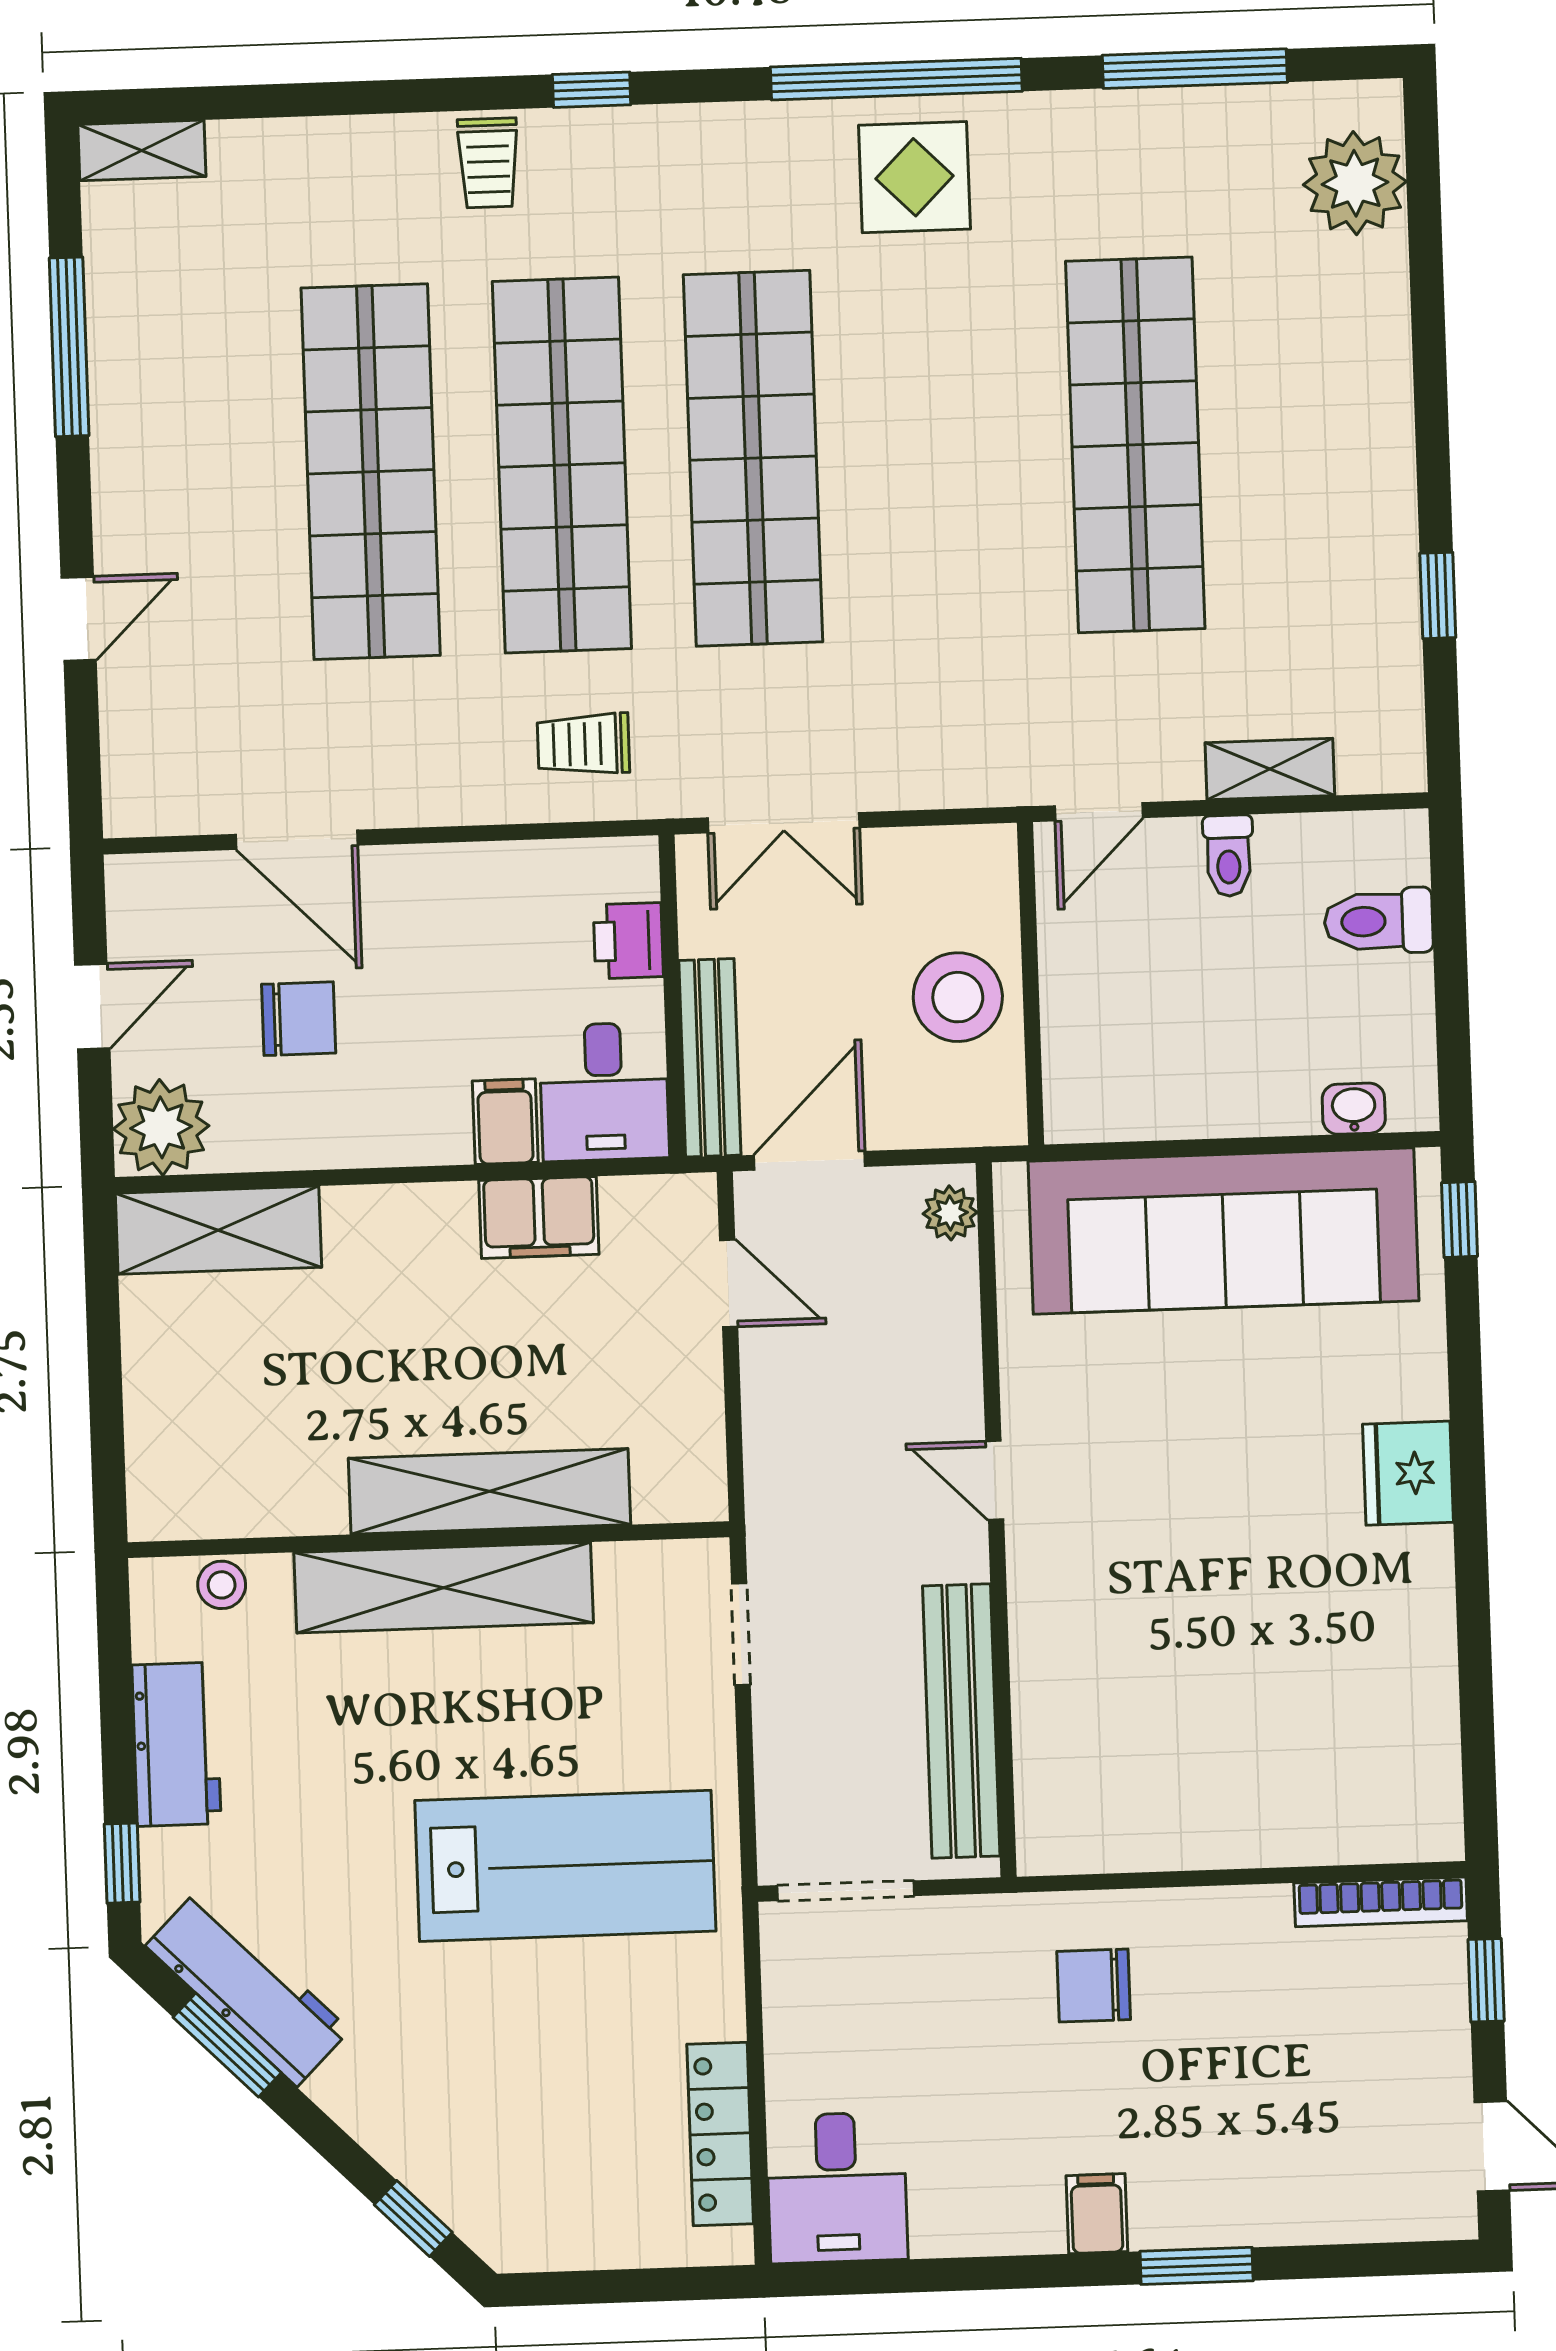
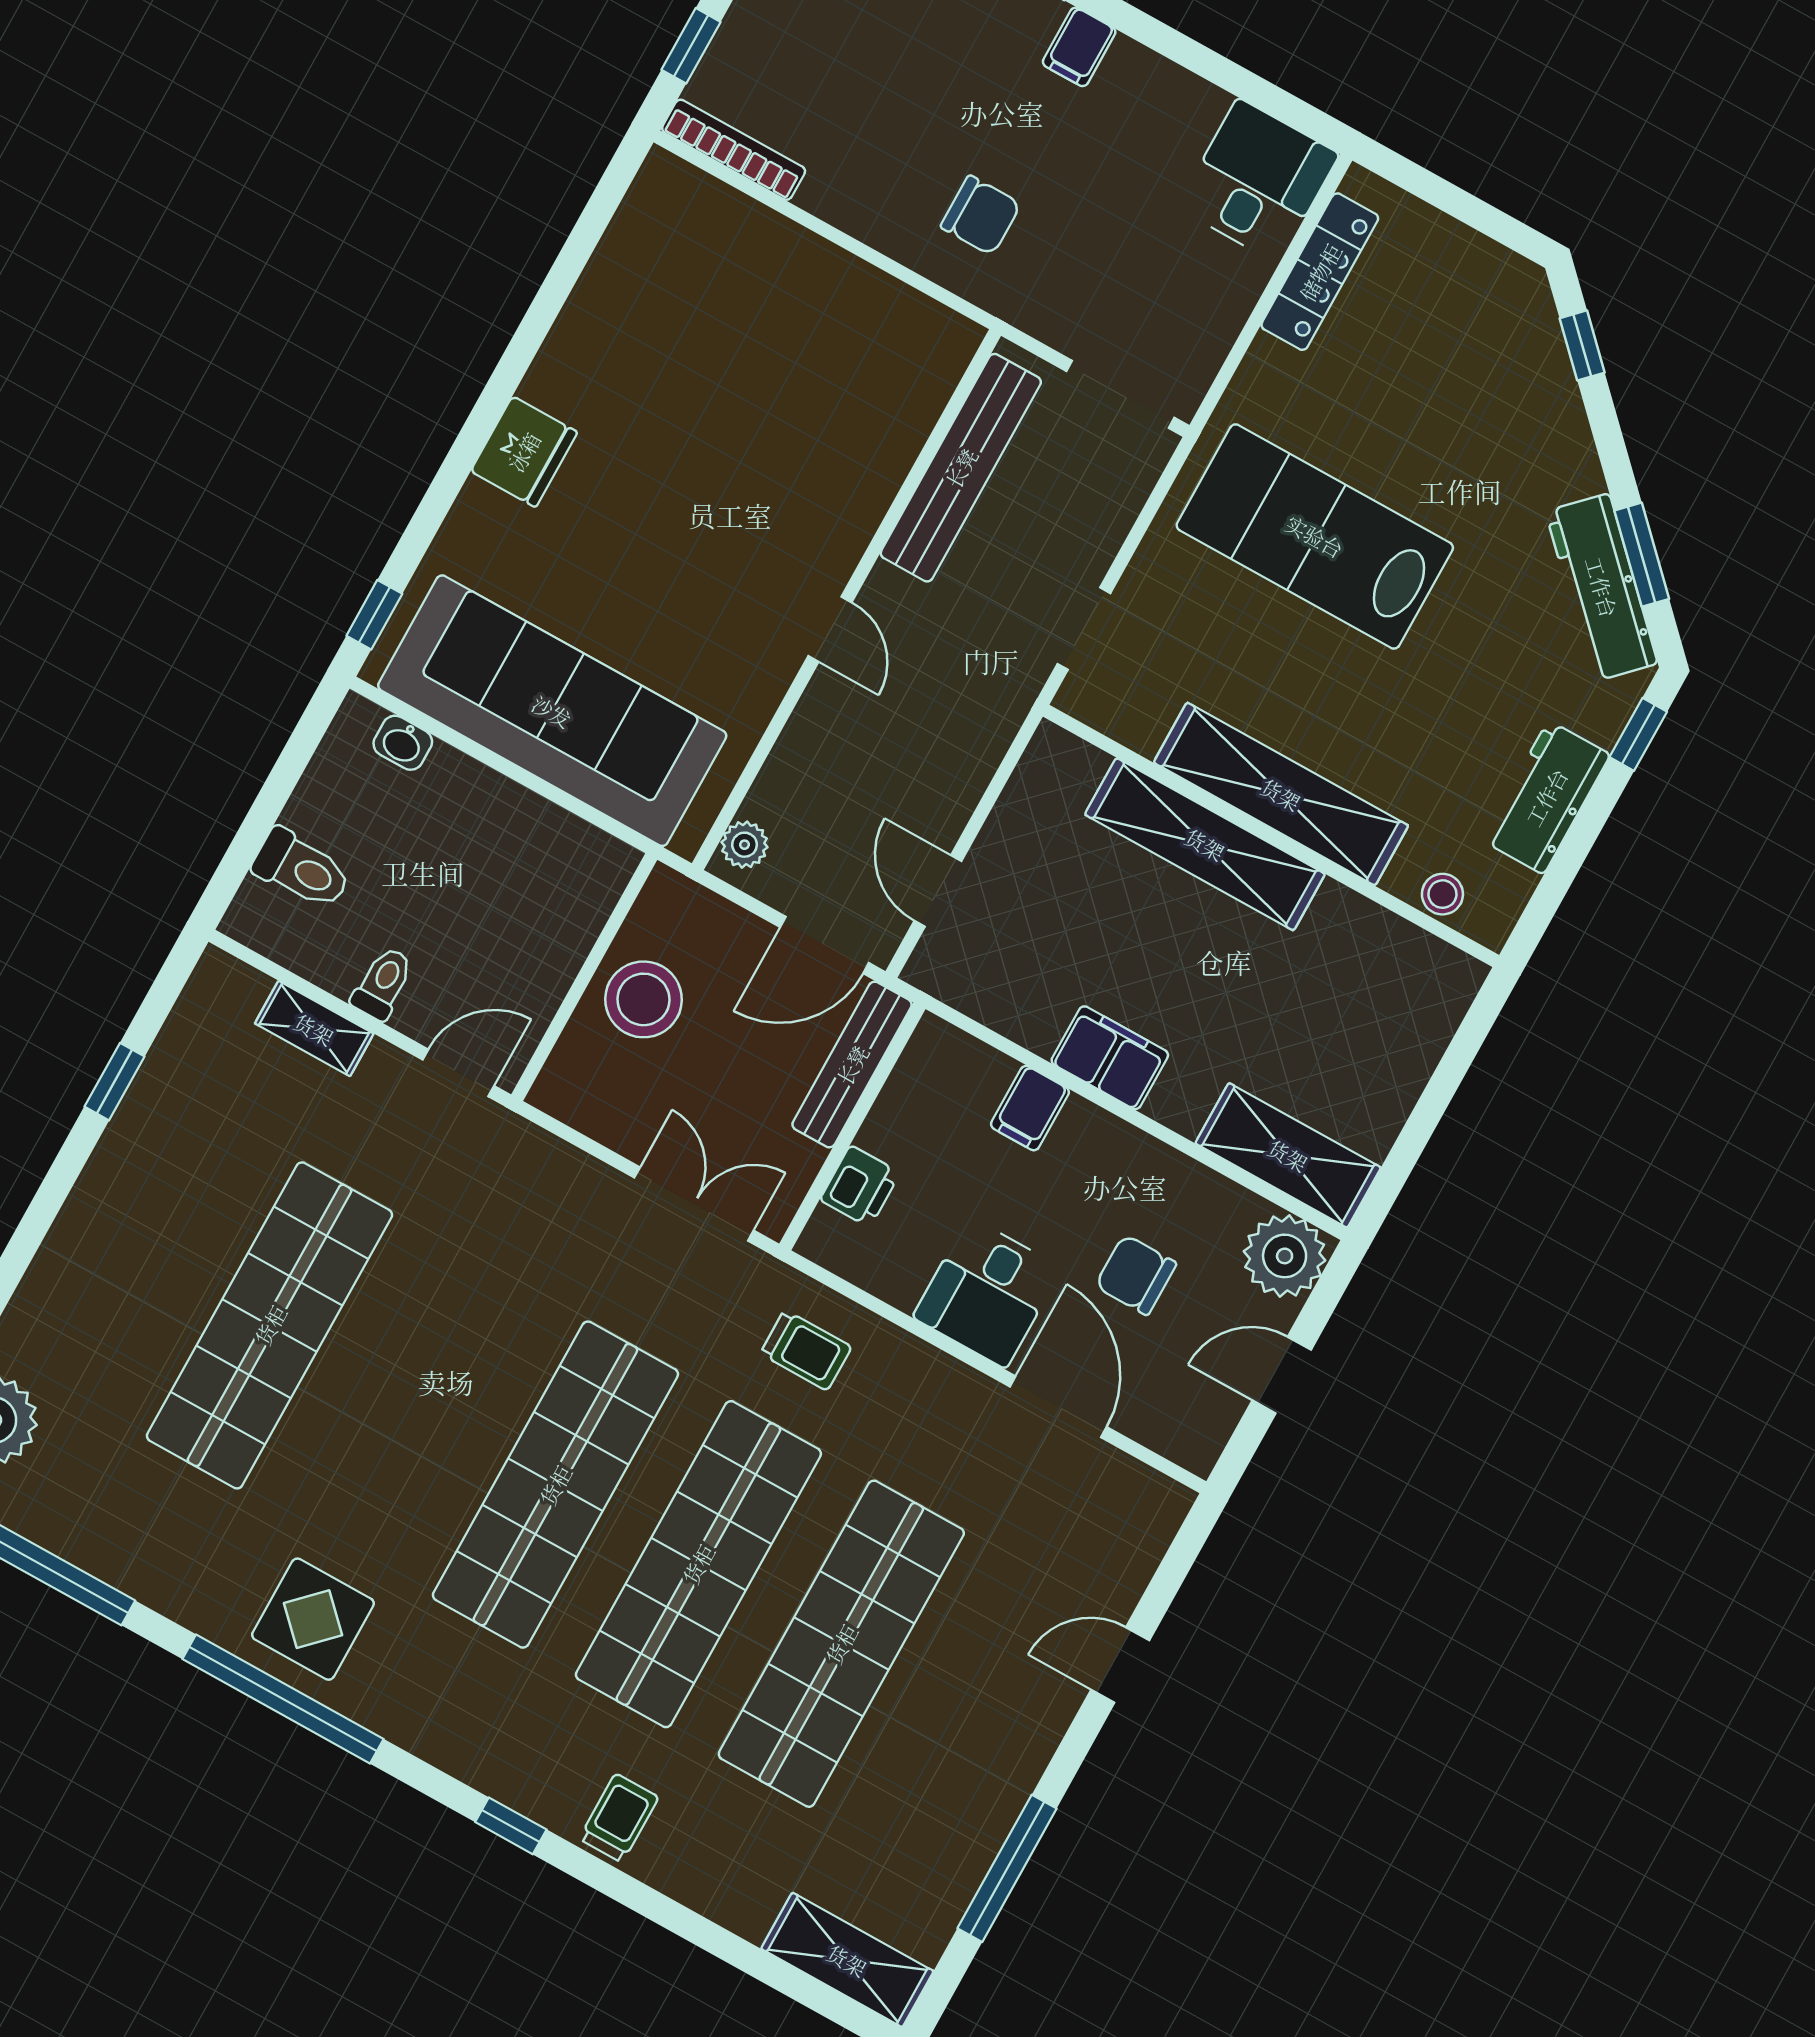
shelving: (142, 150) -> (847, 1960), width x1.50, depth x1.33
desk: (604, 1092) -> (987, 1293), moved, turned 180
filing cabinet: (539, 1217) -> (1110, 1058), moved

